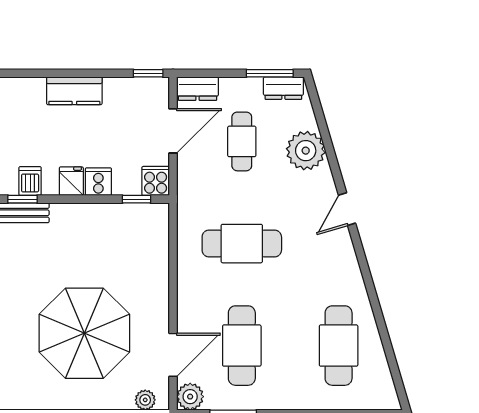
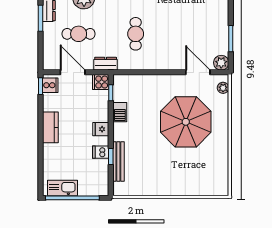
dresser: (197, 89) -> (106, 64), moved, turned -90
cooker: (98, 182) -> (50, 85), moved, turned 180
barbecue: (102, 215) -> (120, 112), added
cafe table: (242, 244) -> (136, 34), width x0.73, depth x0.74
cafe table: (242, 346) -> (193, 34), removed

